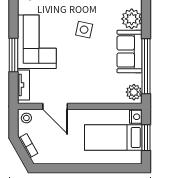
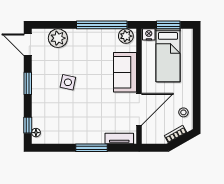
corner sofa: (37, 42) -> (79, 126), removed
sofa: (129, 51) -> (125, 72), moved, turned 90
door: (55, 106) -> (139, 109), width x1.36
stool: (26, 118) -> (183, 112), moved

